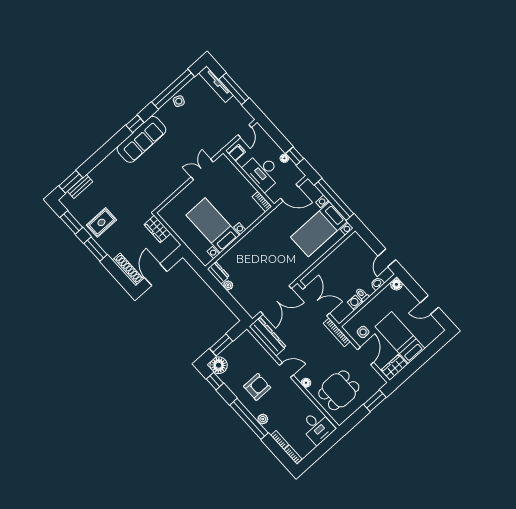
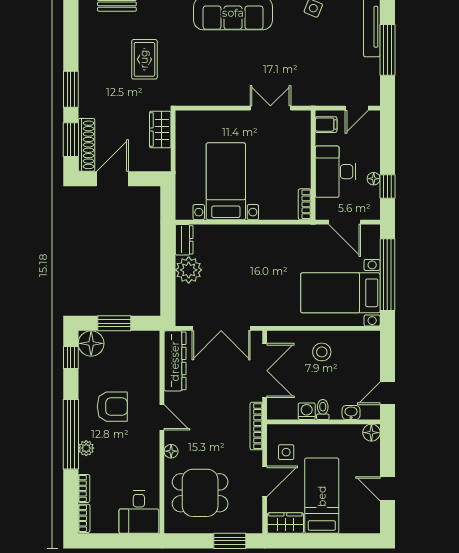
window: (71, 222) -> (71, 140), moved
rug: (101, 222) -> (144, 59), moved, turned 90
stool: (336, 267) -> (322, 352), added
plant: (228, 285) -> (189, 270), width x1.88, depth x1.88

